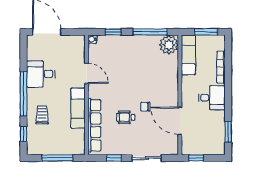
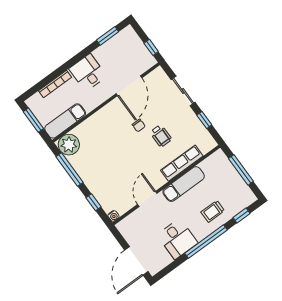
row of seats: (94, 125) -> (182, 163), width x0.73

